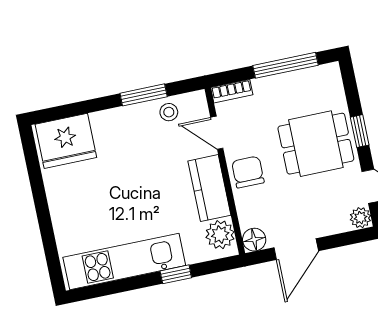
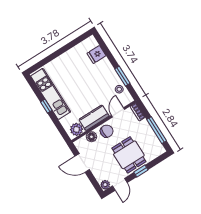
fridge: (66, 141) -> (96, 54), width x0.53, depth x0.75
floor lamp: (254, 240) -> (91, 137), moved
window: (176, 274) -> (46, 106), moved

